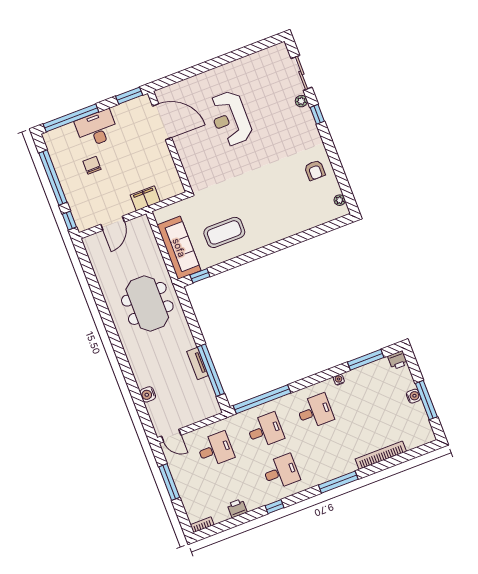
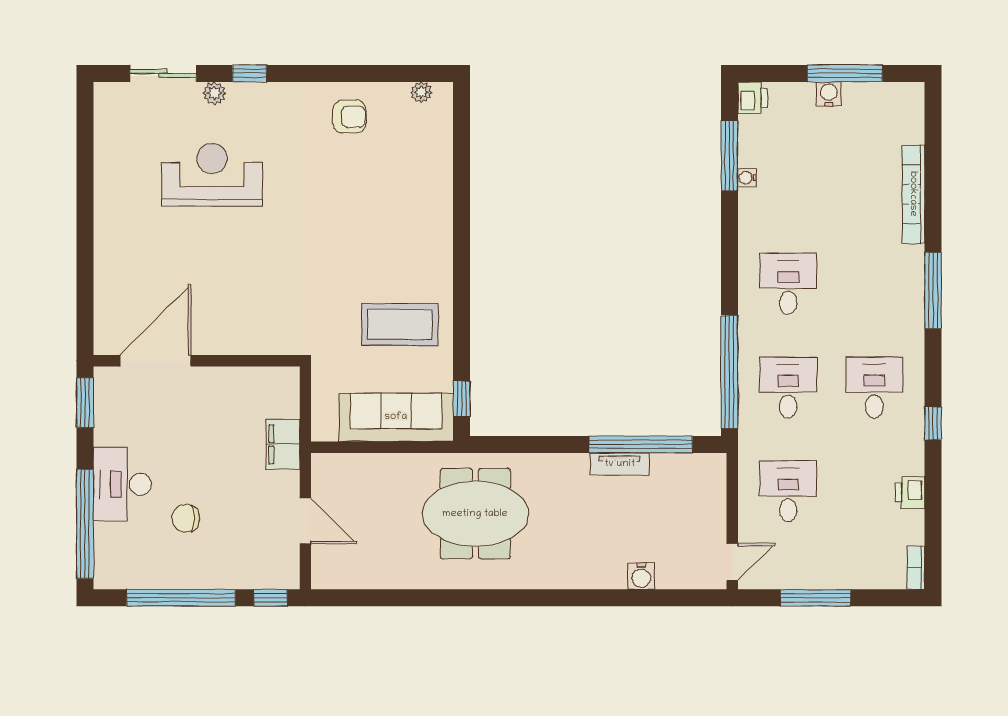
reception desk: (230, 119) -> (212, 175), moved, turned 180
coffee table: (224, 232) -> (400, 324), turned 90
water cooler: (339, 380) -> (747, 178), moved

